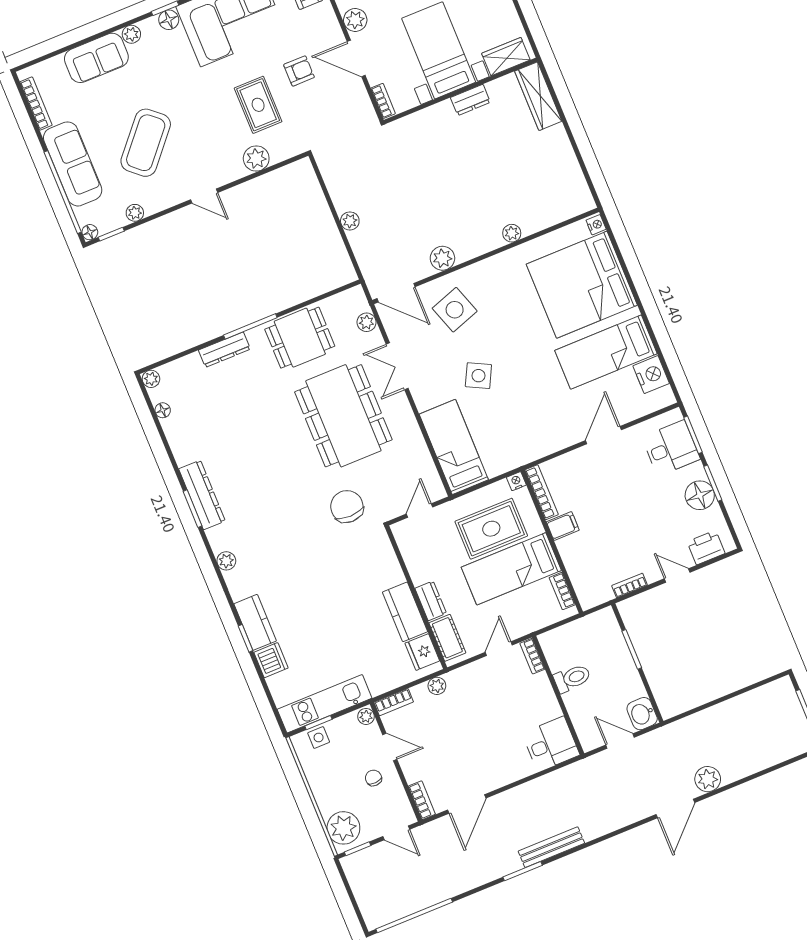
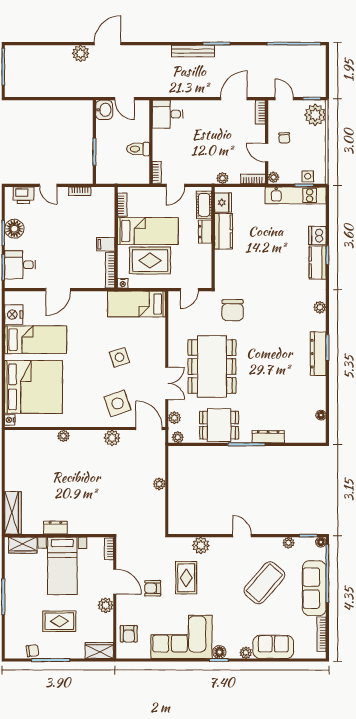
side table: (478, 376) -> (119, 357), turned 45
plant: (151, 379) -> (178, 437), moved
bed: (454, 447) -> (137, 304), moved, turned 90

